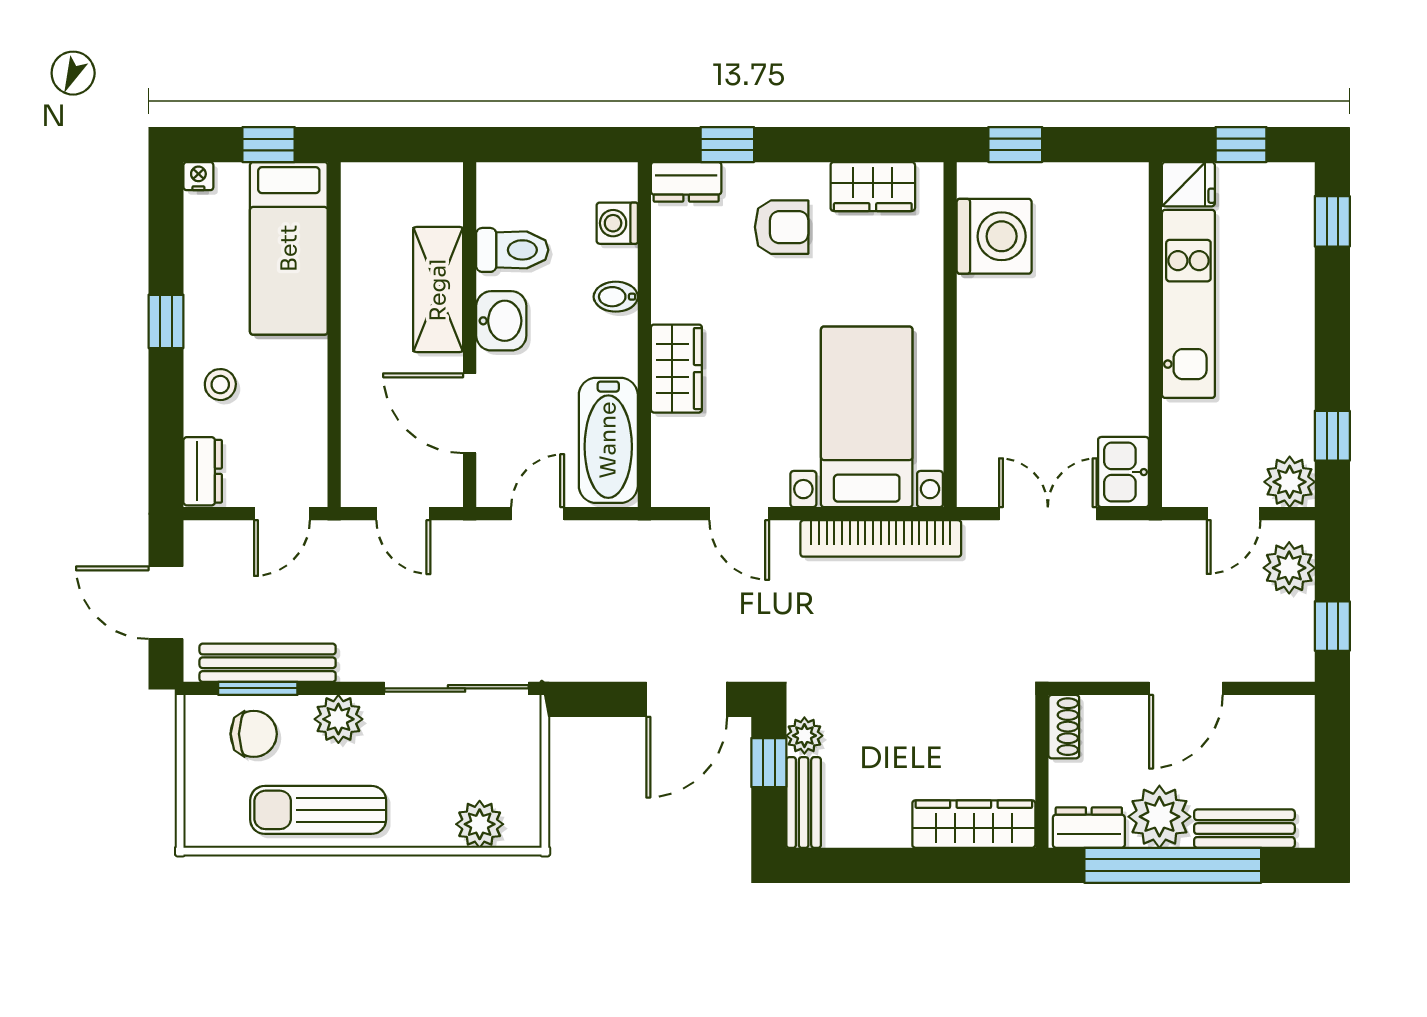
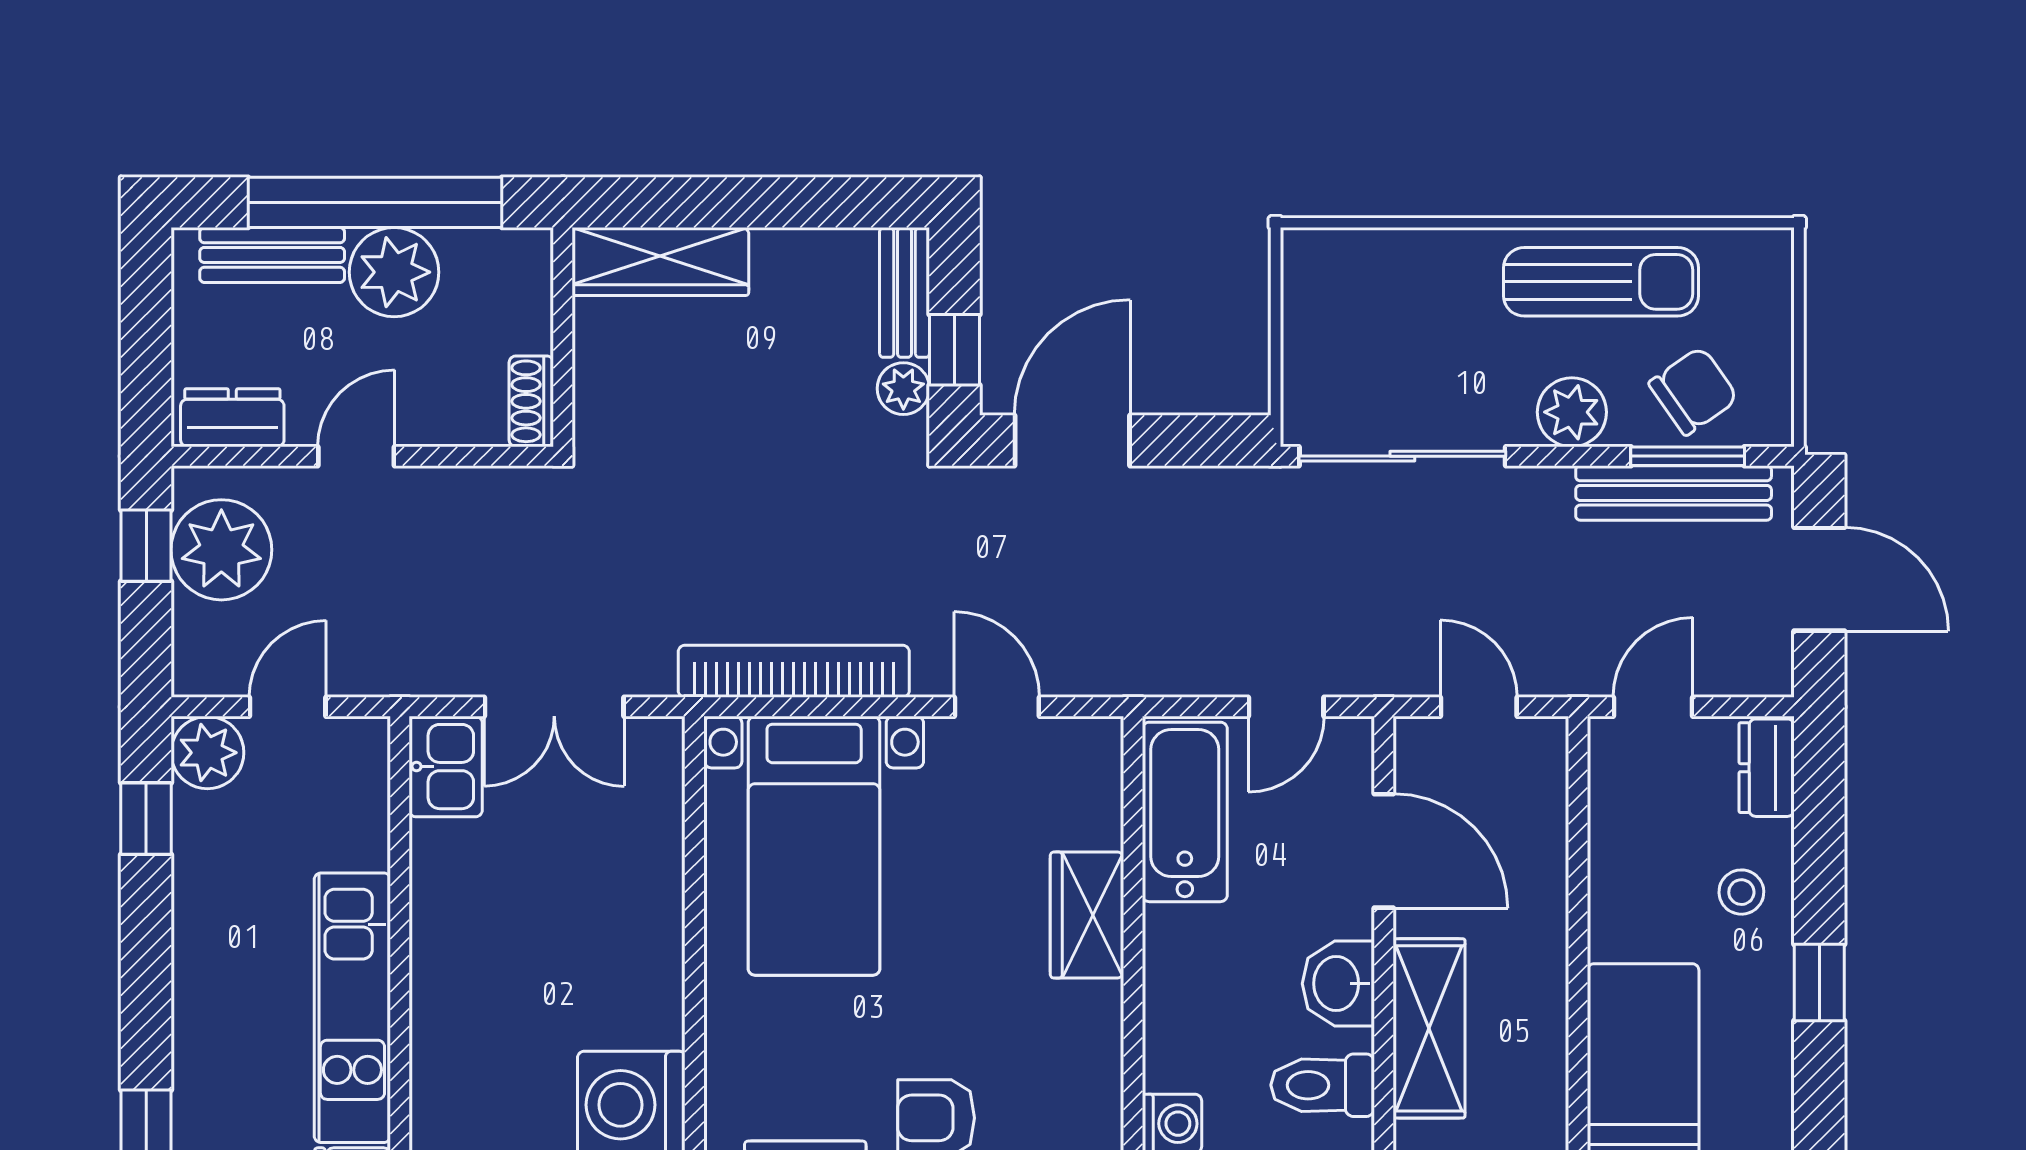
bidet: (616, 297) -> (1174, 1018), removed
plant: (1289, 568) -> (221, 550), moved, width x1.36, depth x1.36
door: (1186, 688) -> (356, 456), width x0.73
chair: (254, 734) -> (1694, 391), turned 145
plant: (480, 824) -> (1369, 261), removed
dresser: (1089, 828) -> (232, 418), moved, turned 180

